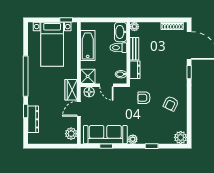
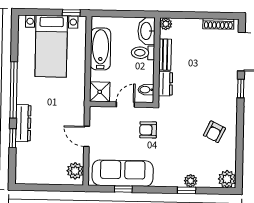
door: (106, 85) -> (125, 105), swing flipped
wardrobe: (71, 90) -> (76, 110), removed
floor lamp: (89, 92) -> (101, 113), removed
armchair: (144, 98) -> (148, 130), moved
door: (79, 109) -> (87, 136), hinge flipped
dresser: (33, 119) -> (23, 123), moved
plant: (133, 139) -> (191, 181), moved

